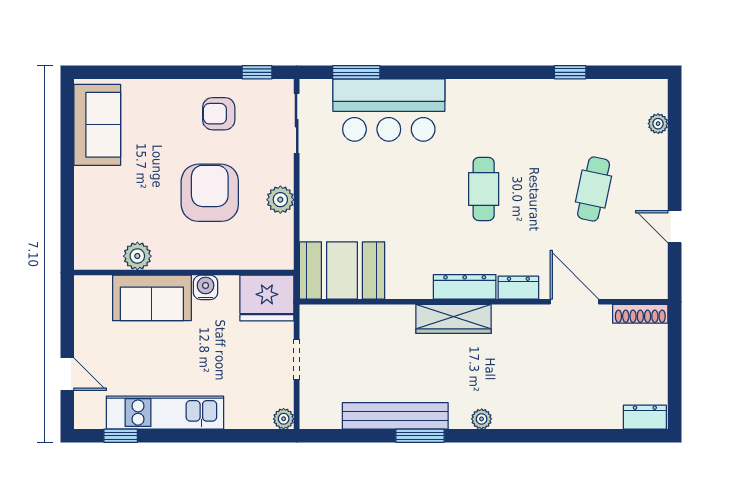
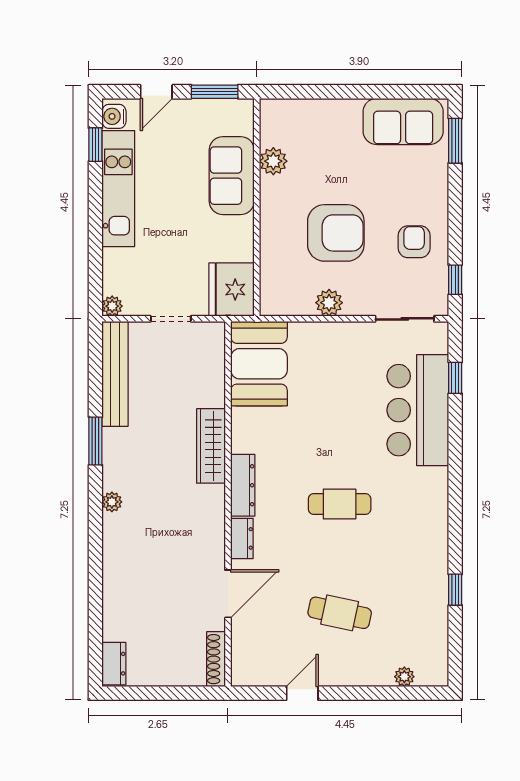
window: (117, 72) -> (455, 141), added
window: (356, 72) -> (455, 378), width x0.67
water cooler: (206, 287) -> (114, 116), moved, turned 180
window: (67, 315) -> (215, 92), added
wardrobe: (454, 319) -> (211, 446), moved
bench: (395, 416) -> (115, 374), moved

